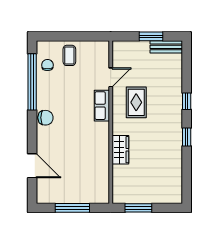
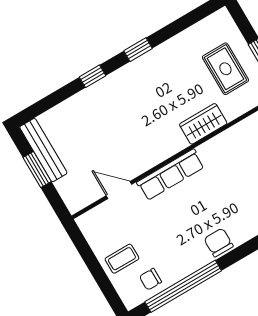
bench: (166, 47) -> (43, 150), width x1.36
rug: (136, 102) -> (225, 69), moved, turned 90
row of seats: (102, 106) -> (171, 175), width x1.48

